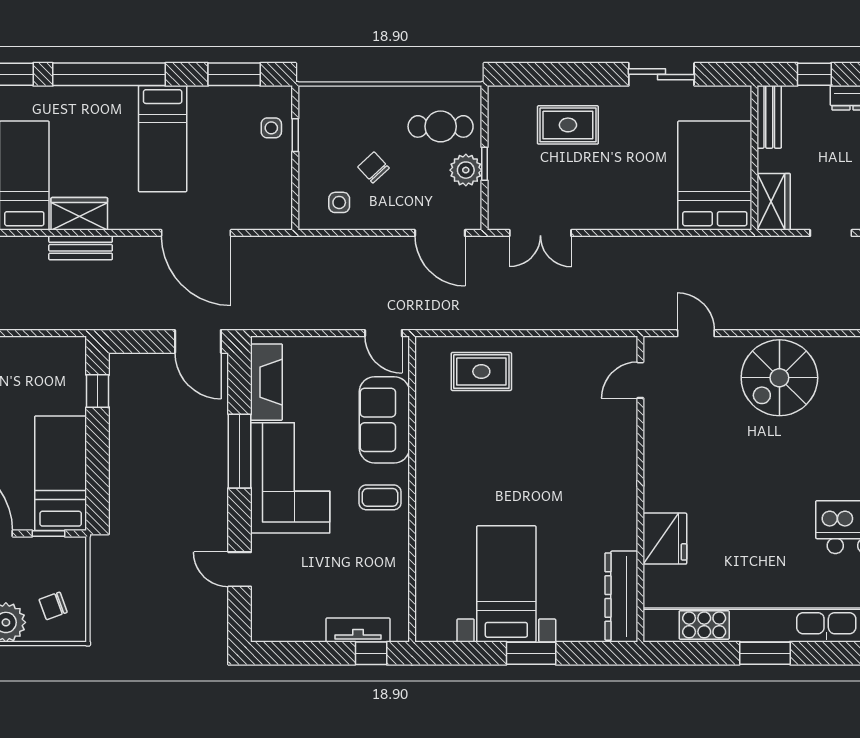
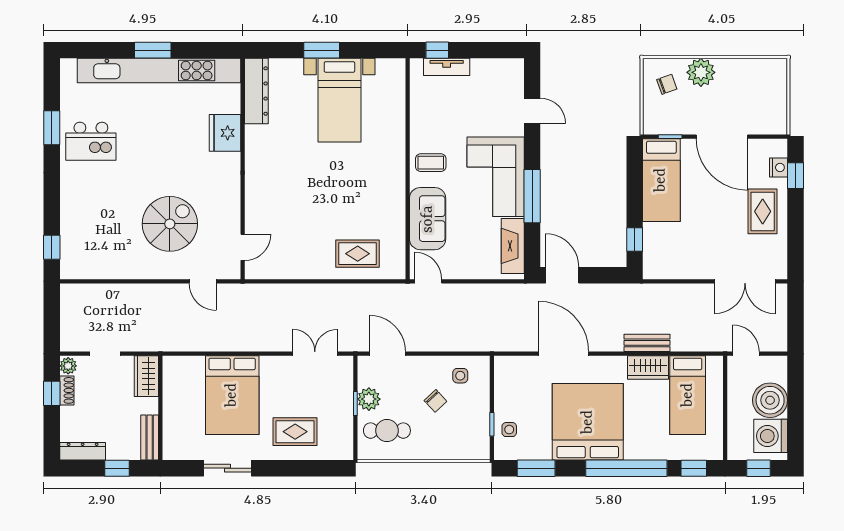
bed: (163, 139) -> (588, 422), width x2.04
bed: (715, 176) -> (232, 395), moved
spiral stairs: (779, 378) -> (170, 224), moved

